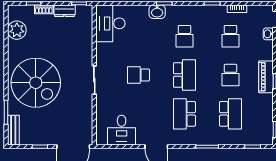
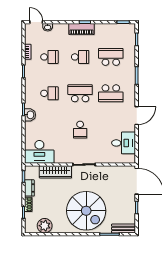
wardrobe: (85, 44) -> (55, 172), added
spiral stairs: (36, 83) -> (86, 211), turned 90

